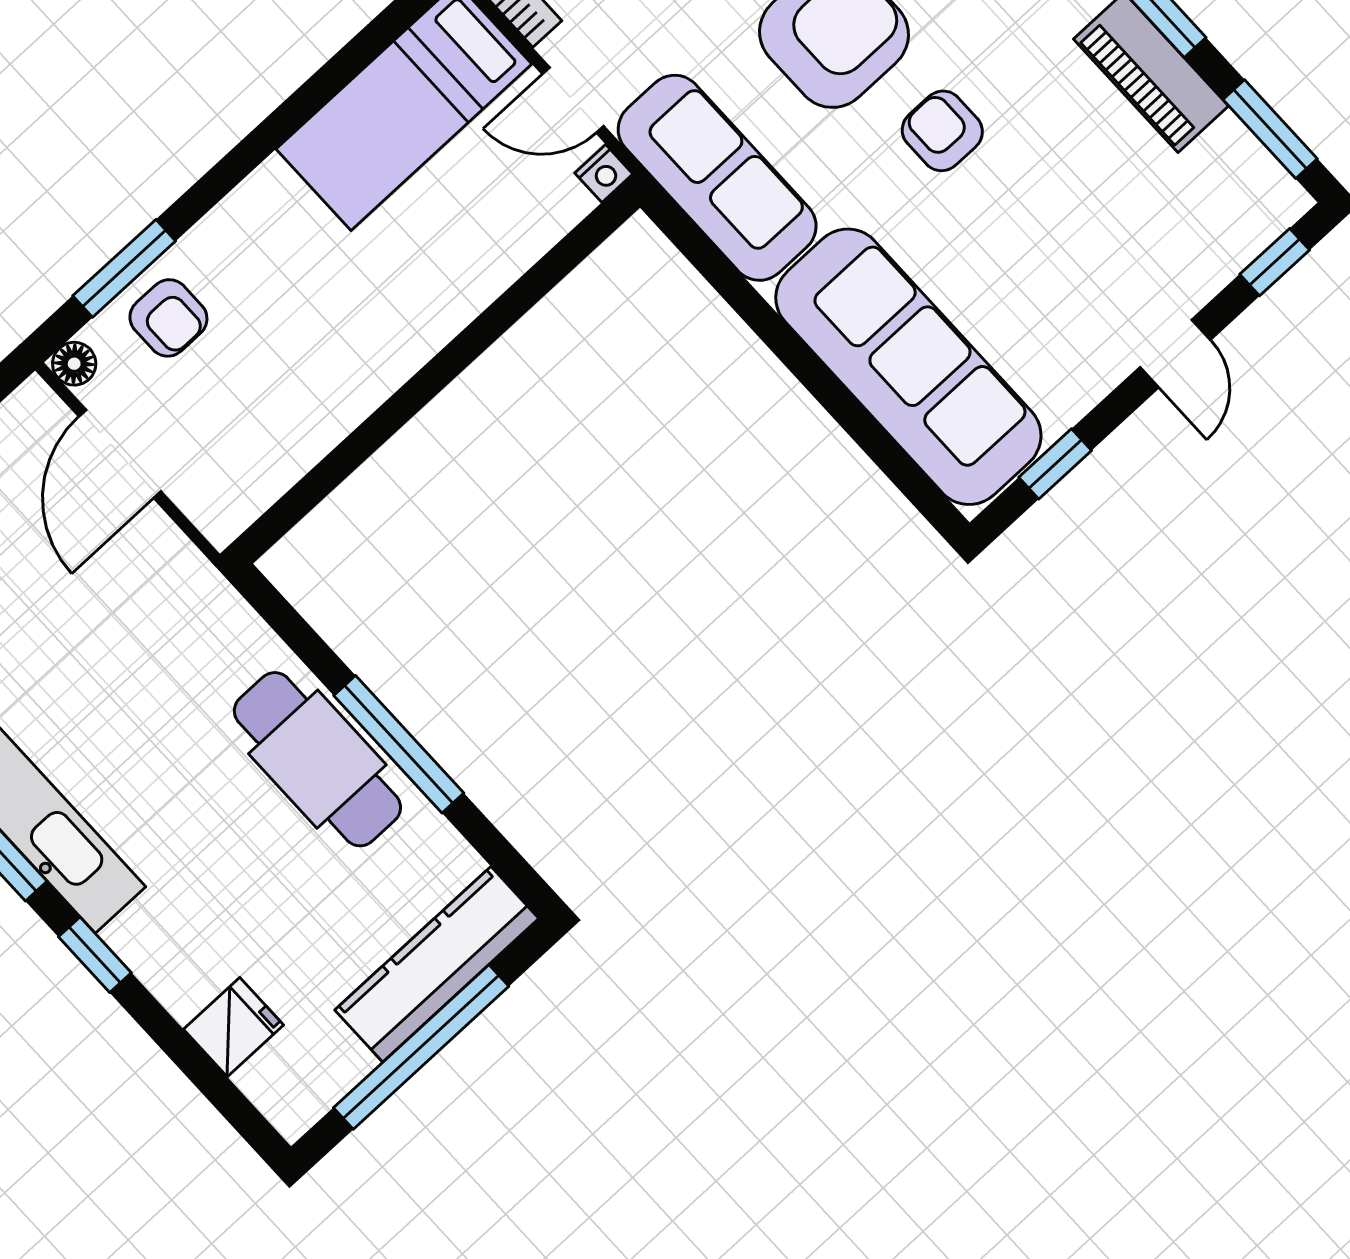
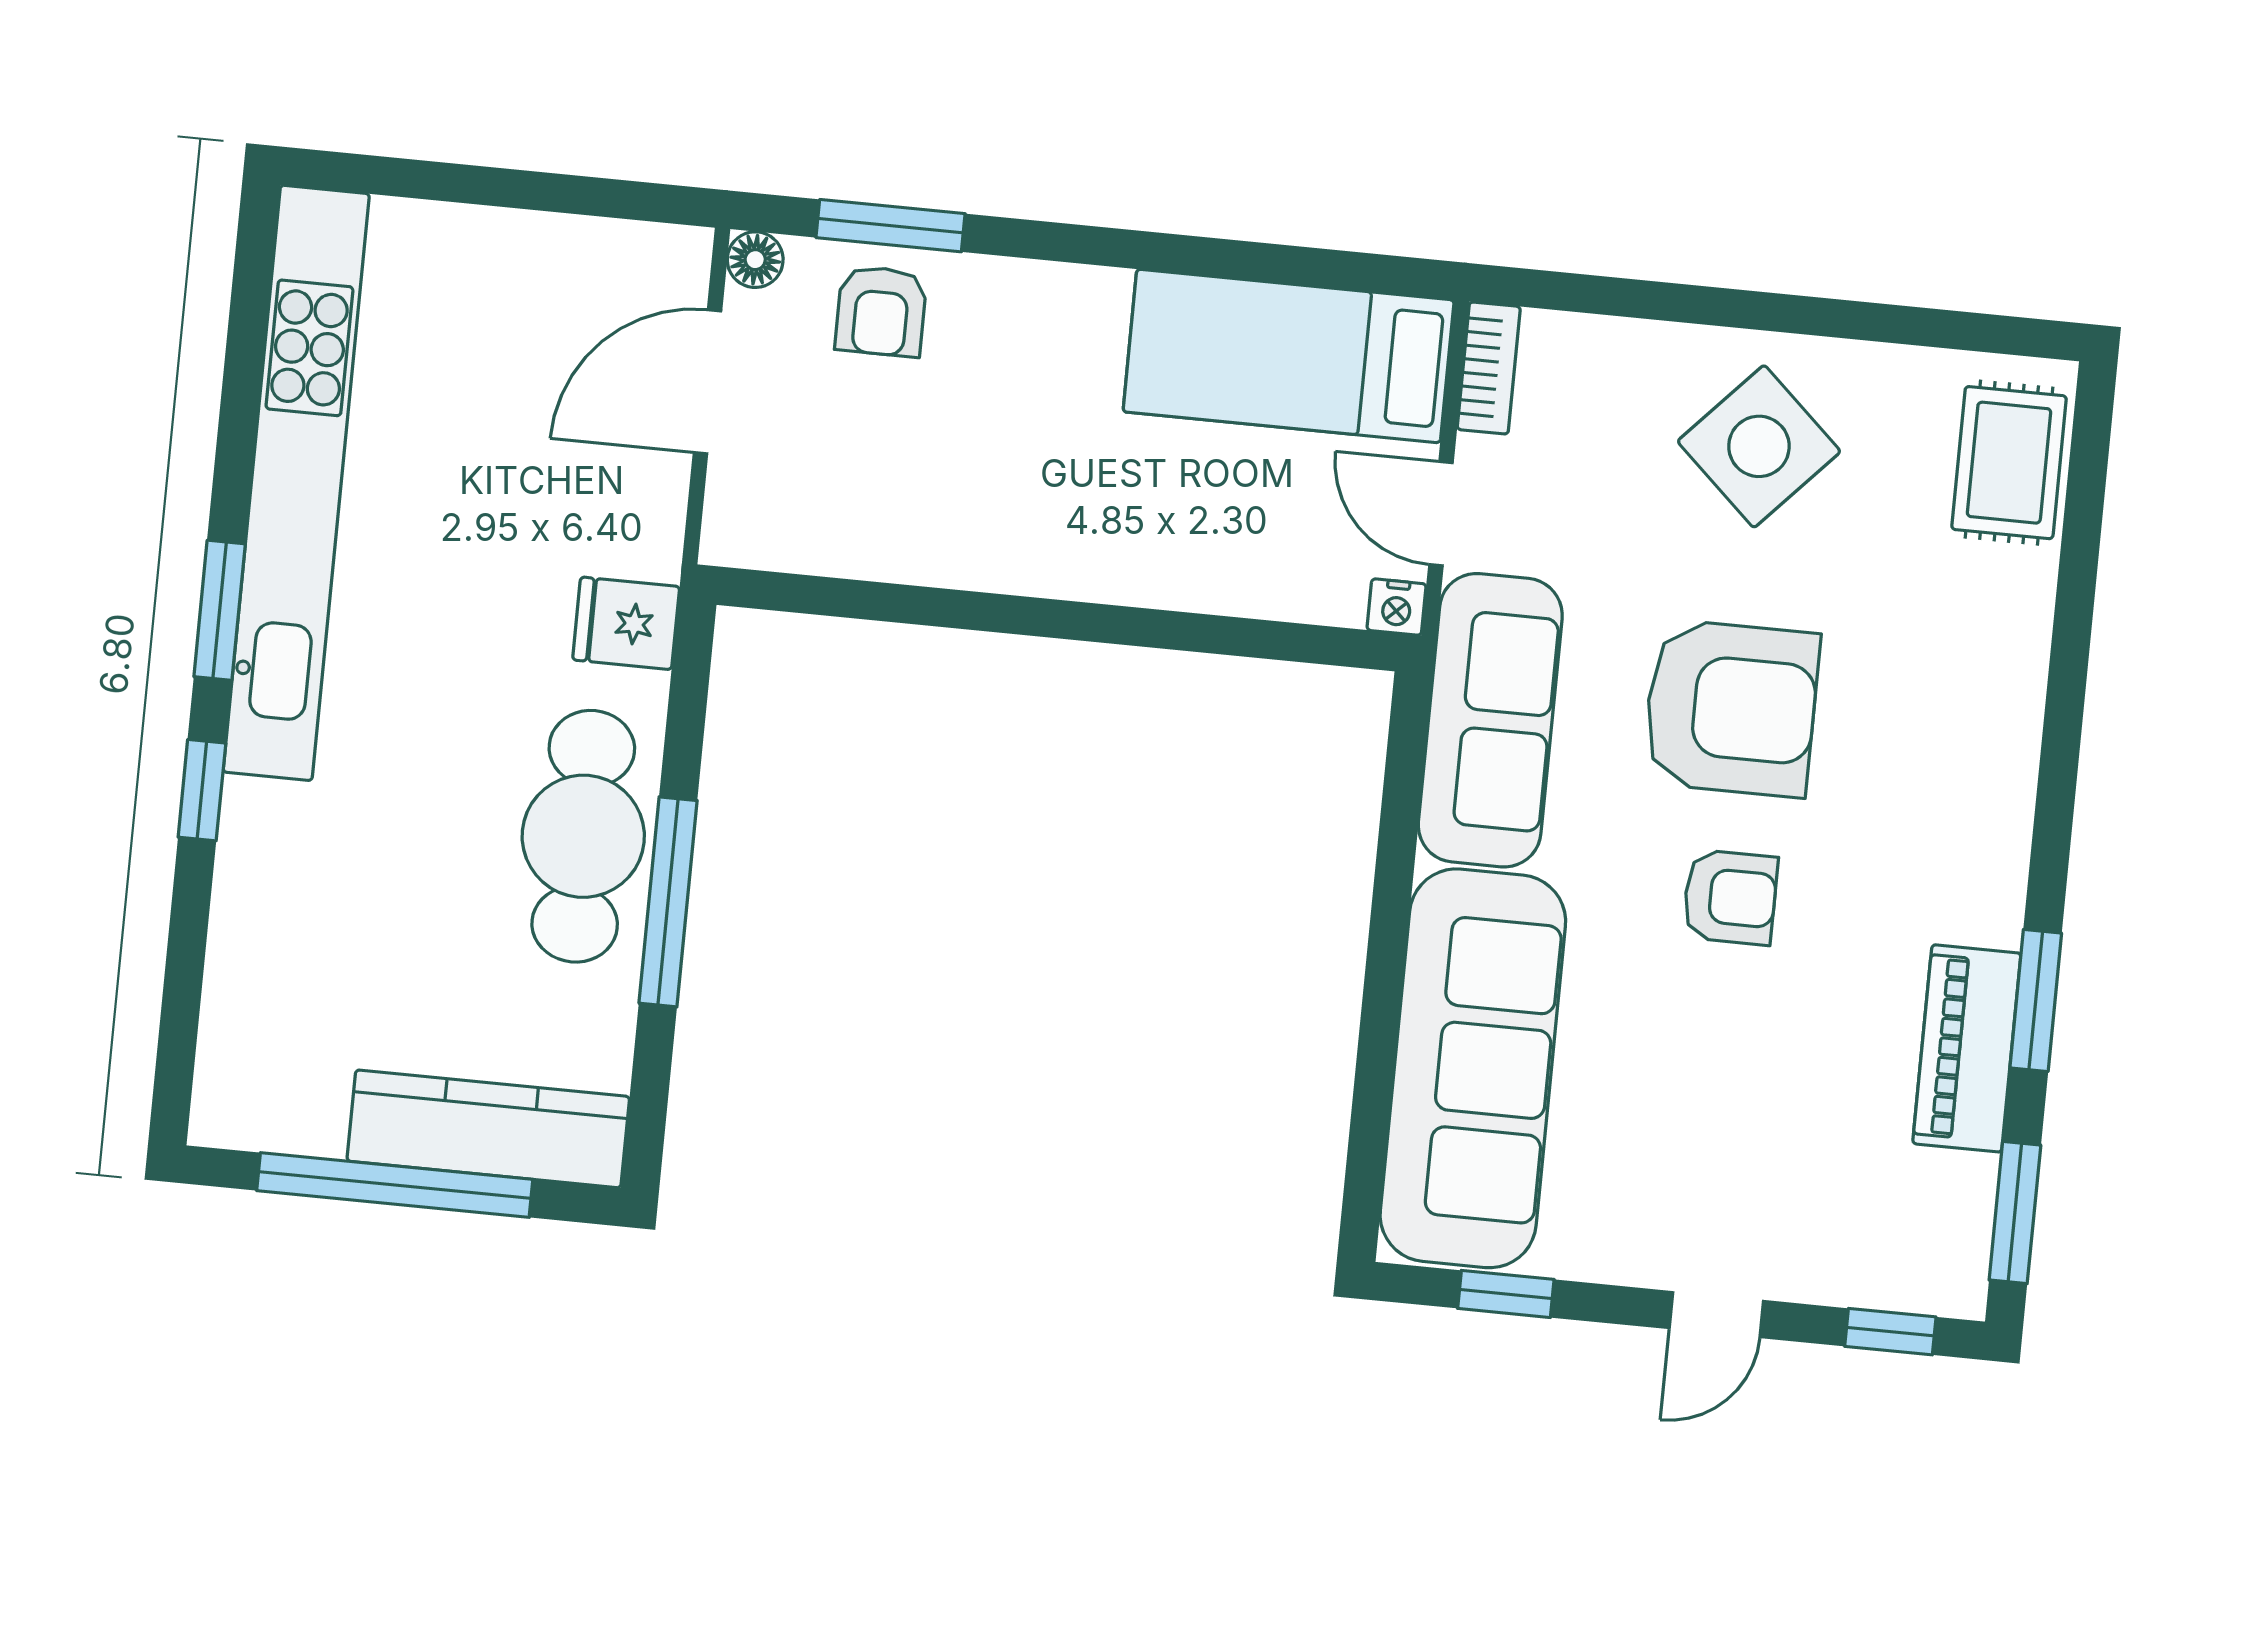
armchair: (942, 131) -> (1730, 897), turned 90
fridge: (234, 1027) -> (626, 623), moved, turned 180

